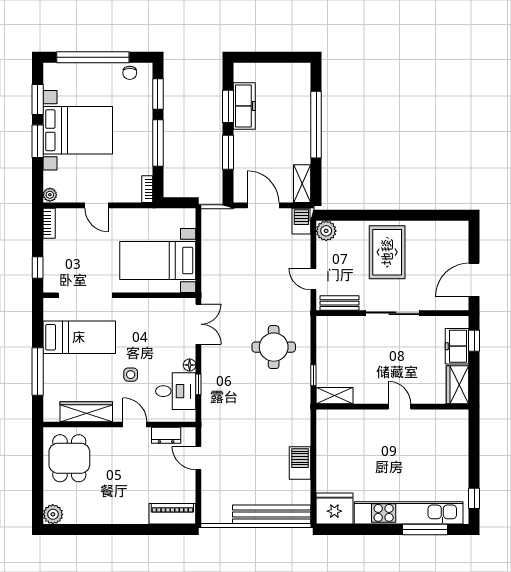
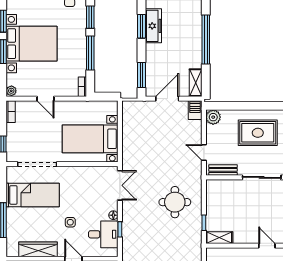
window: (228, 152) -> (141, 75), moved
door: (263, 205) -> (167, 99), hinge flipped
rug: (387, 252) -> (258, 133), turned 90

